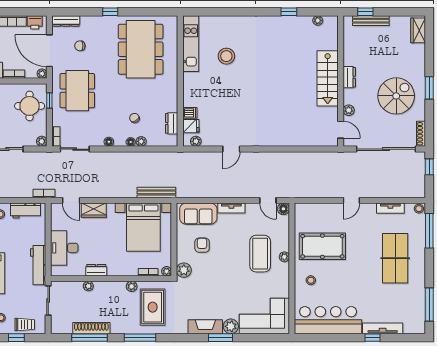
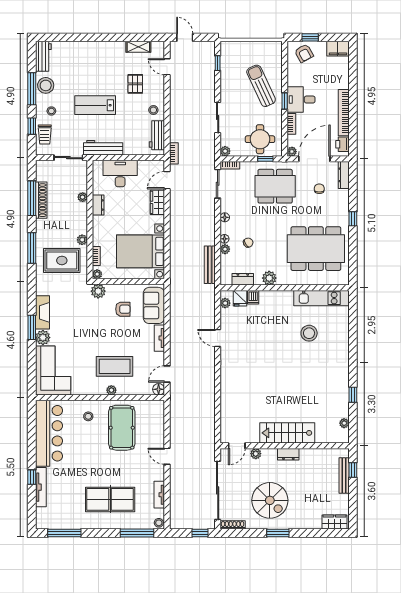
plant: (171, 97) -> (269, 278), added
bench: (156, 192) -> (210, 265), moved

